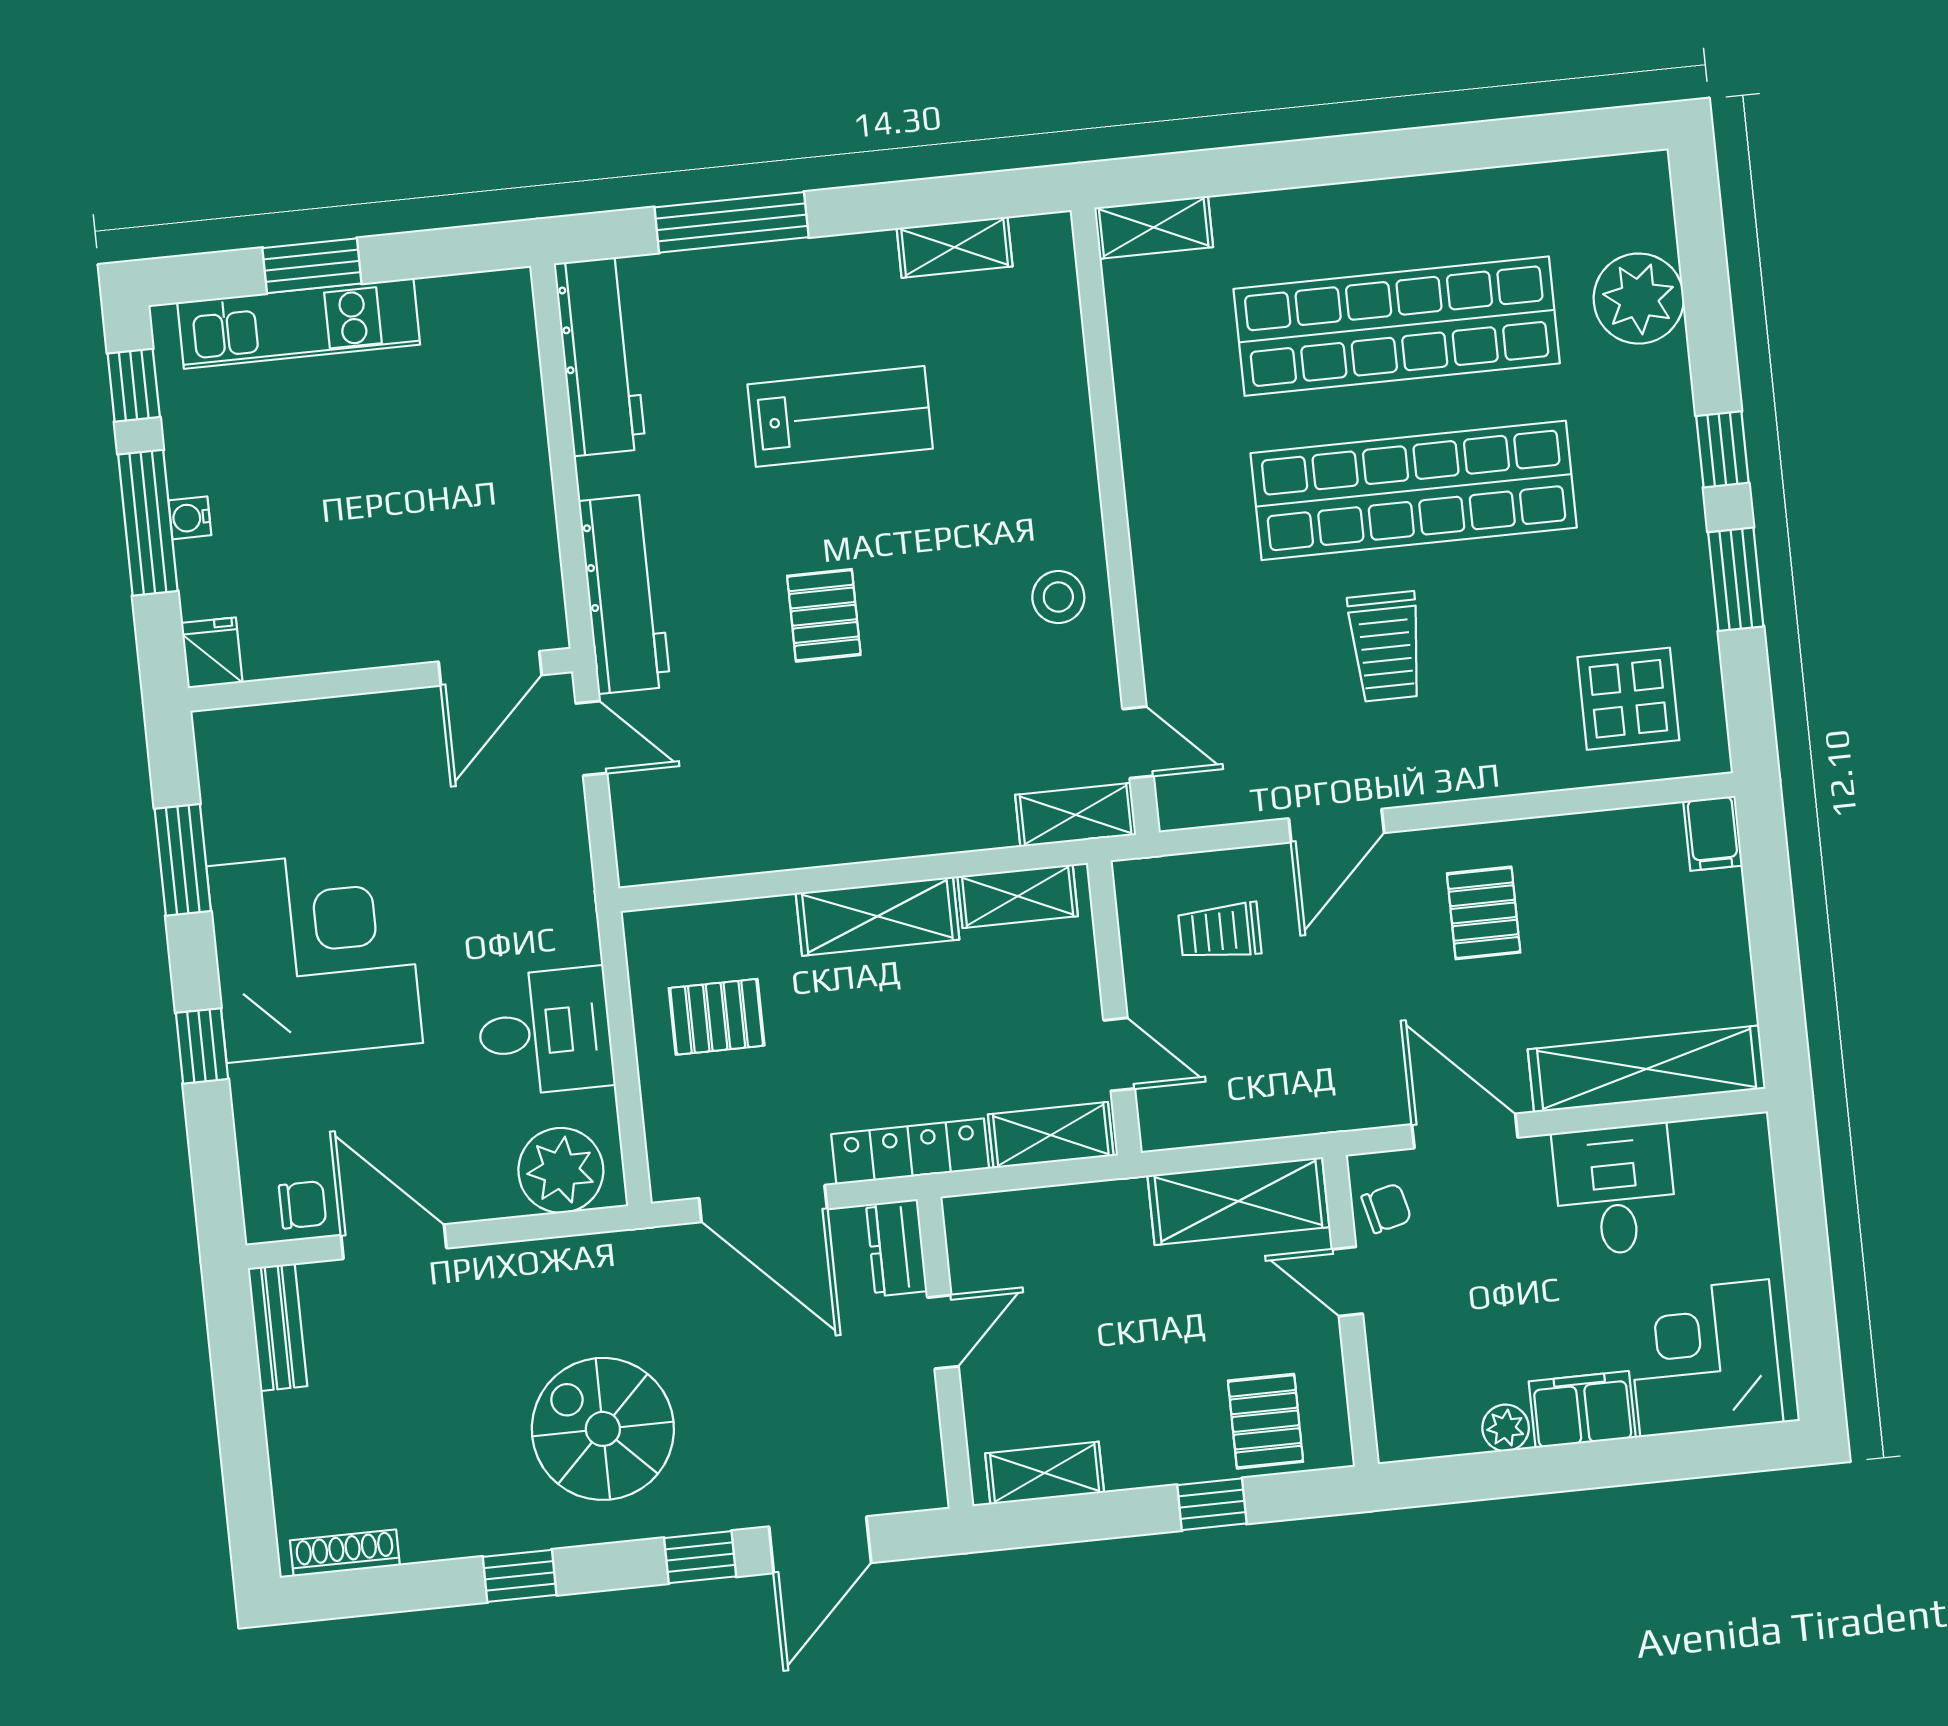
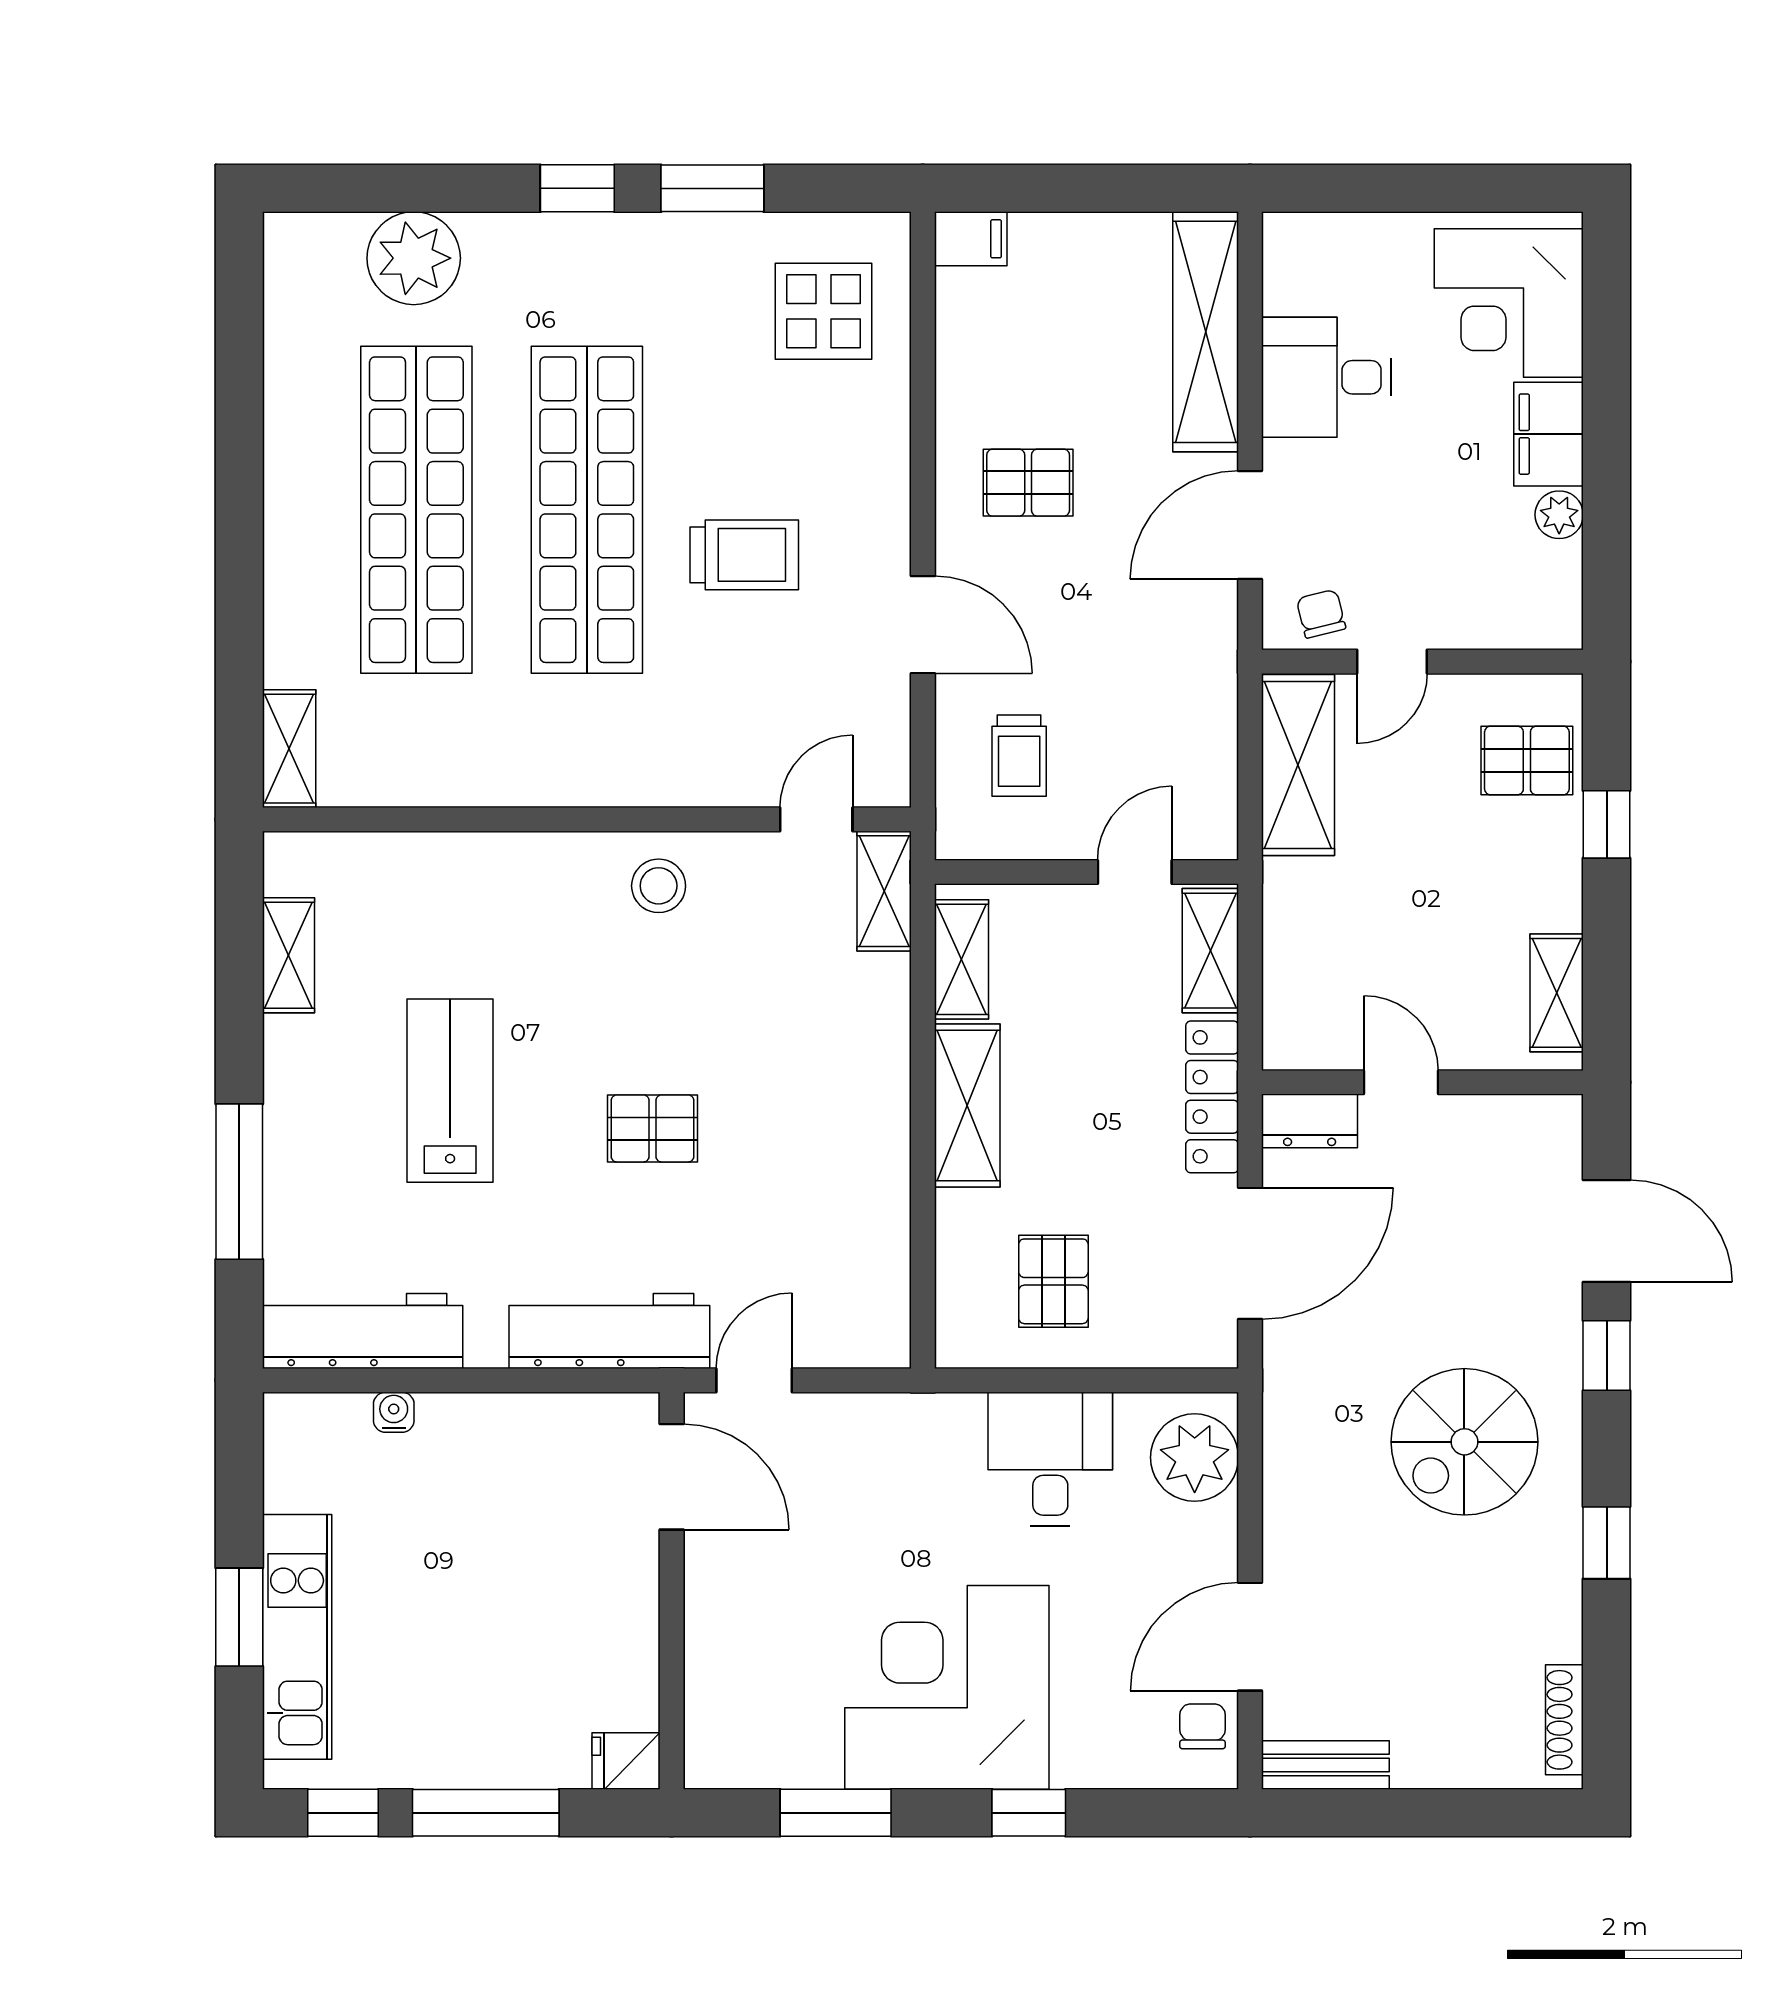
water cooler: (190, 518) -> (394, 1412), moved, turned 180

